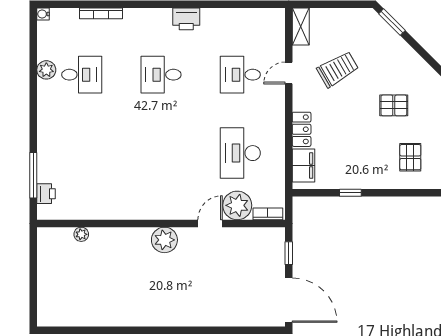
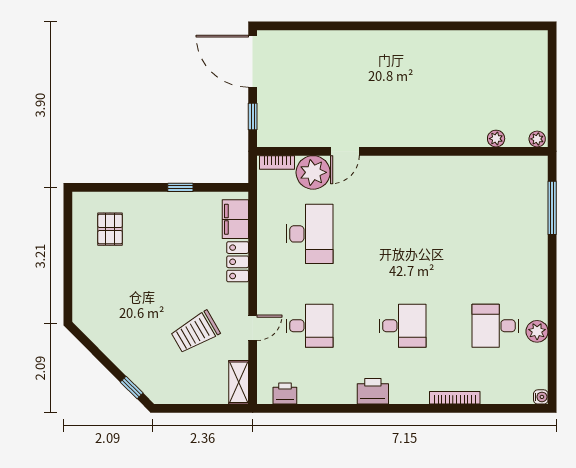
bookcase: (101, 13) -> (455, 398), moved
window: (392, 22) -> (132, 387), width x0.67
pallet: (394, 105) -> (129, 290), removed
printer: (46, 194) -> (285, 393), moved, turned 90
plant: (164, 240) -> (537, 139), moved, width x0.53, depth x0.53

